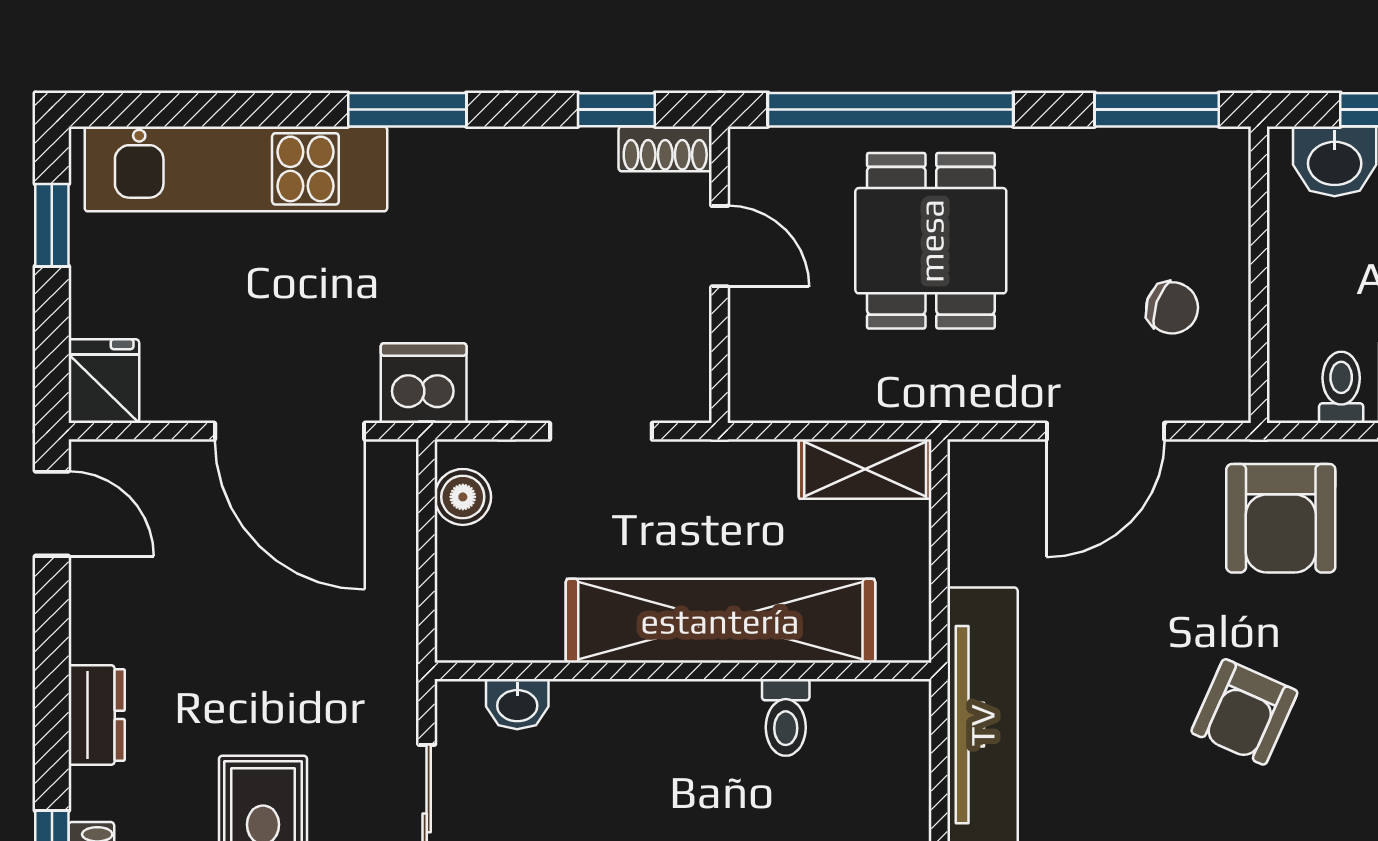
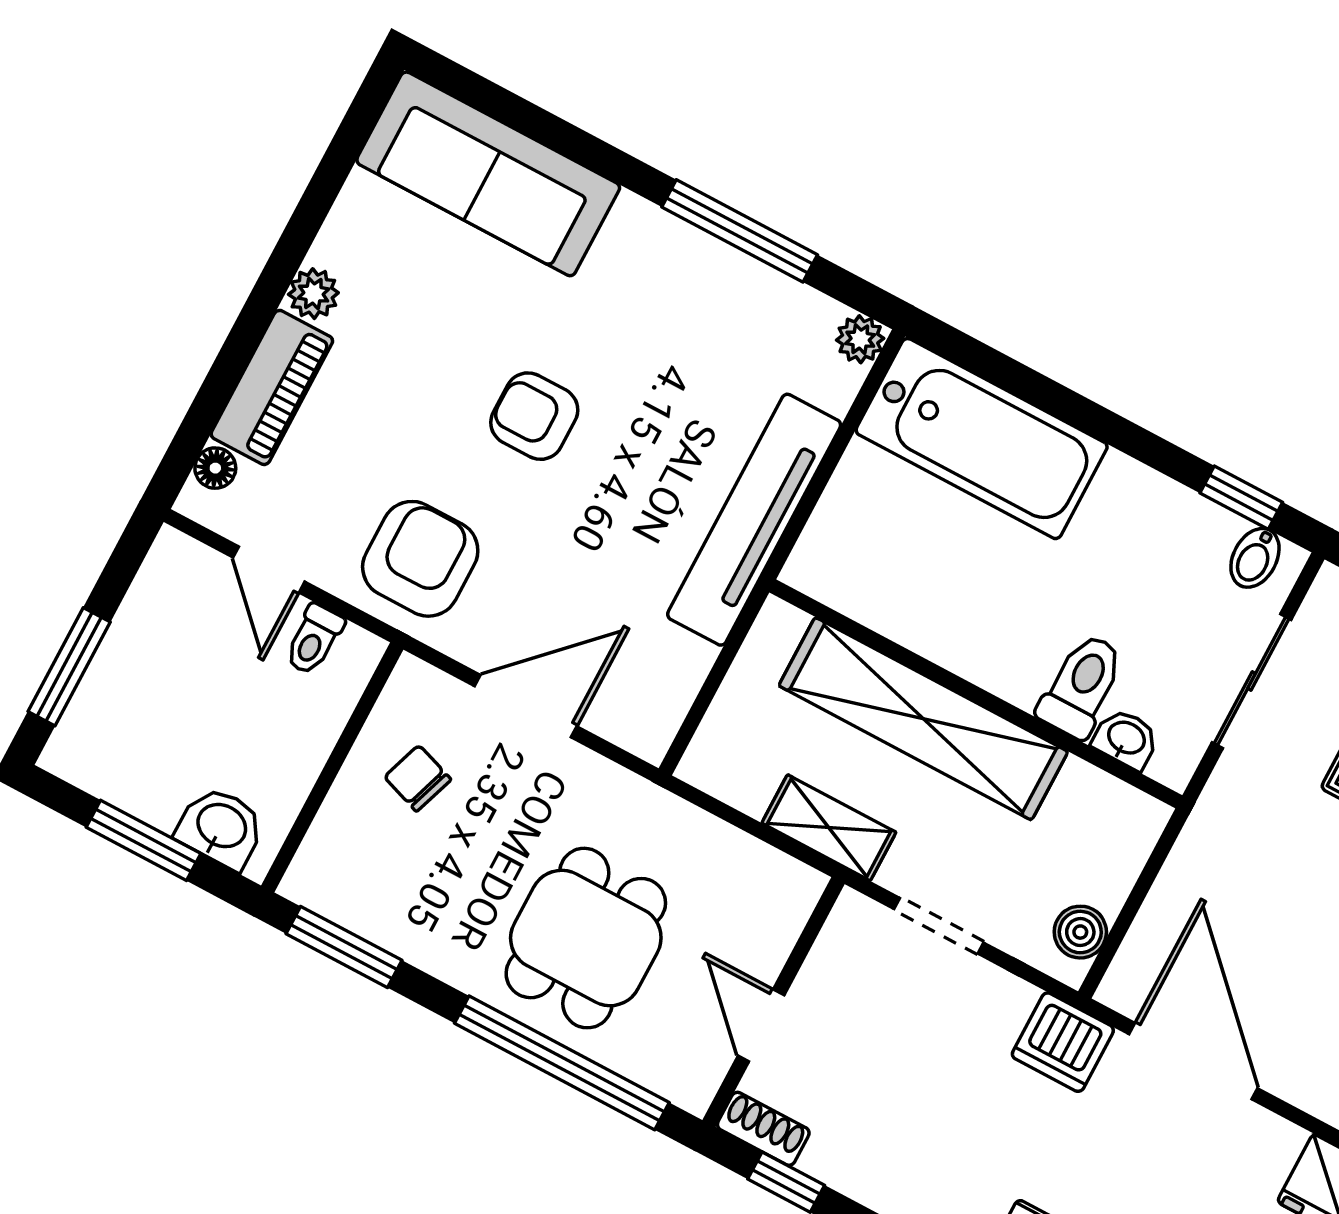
shelving: (865, 469) -> (829, 828), moved
armchair: (1244, 712) -> (534, 416), turned -114
toilet: (786, 717) -> (1082, 686), moved, width x1.37, depth x1.39

